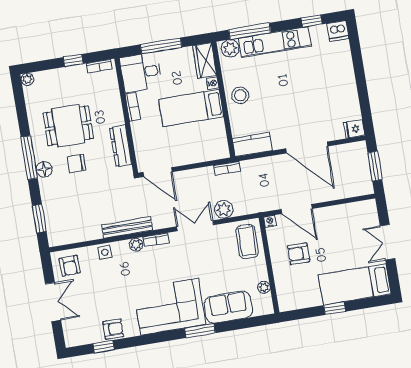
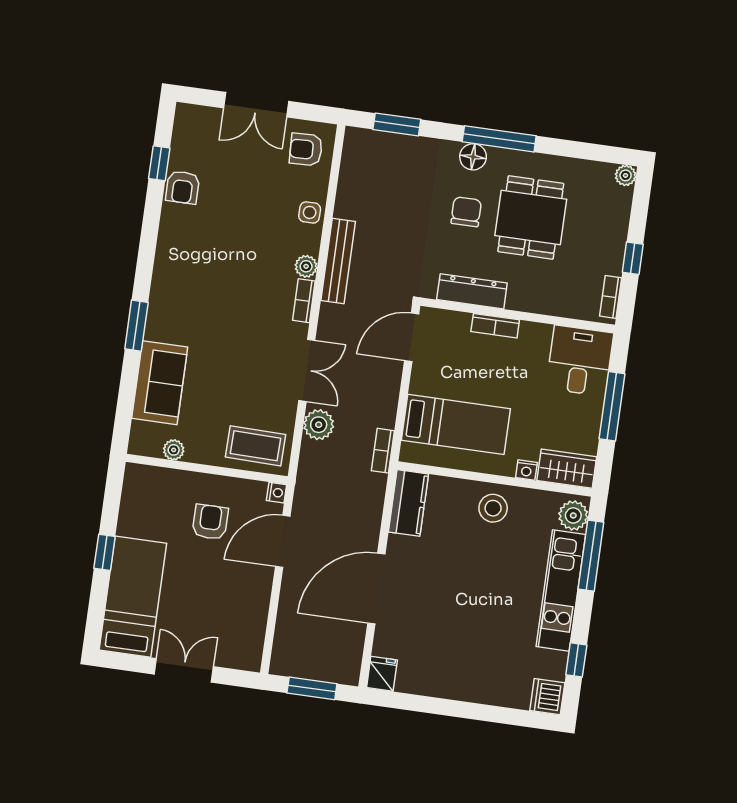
bookcase: (133, 107) -> (495, 326), moved
bed: (191, 108) -> (456, 424), moved, turned 90
corner sofa: (170, 307) -> (190, 289), removed

